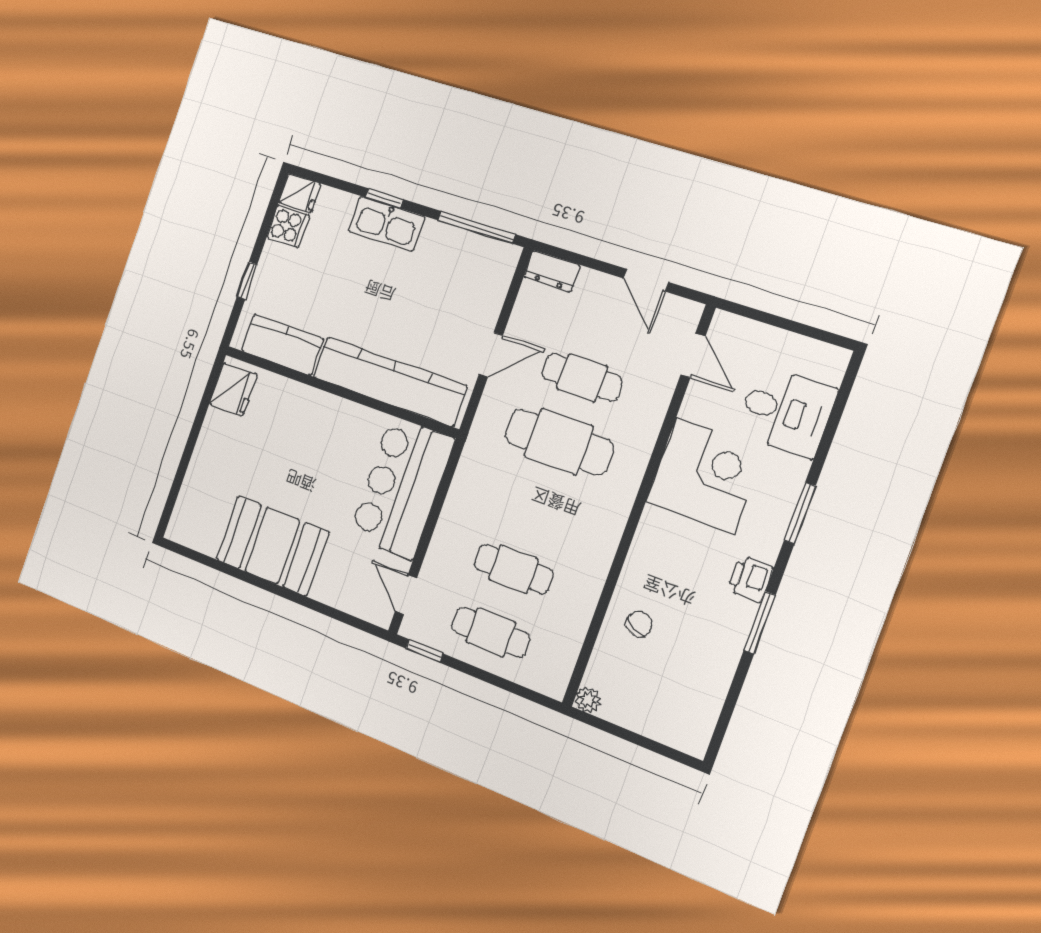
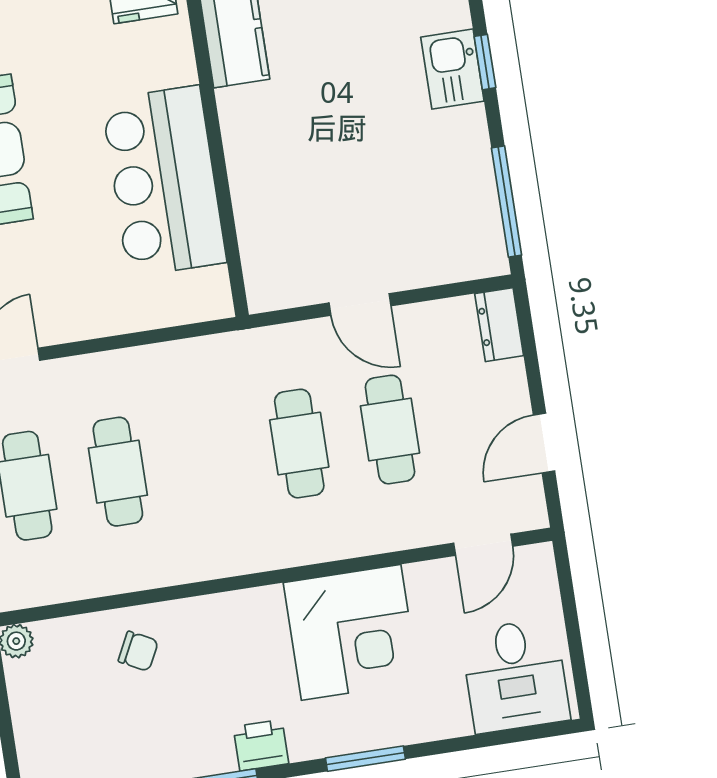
kitchen sink: (386, 224) -> (452, 69), width x0.73
kitchen counter: (389, 381) -> (261, 194), removed
desk: (786, 411) -> (515, 676), moved
cafe table: (559, 442) -> (299, 444), width x0.73, depth x0.74
bar counter: (402, 487) -> (164, 181), moved, turned -90

